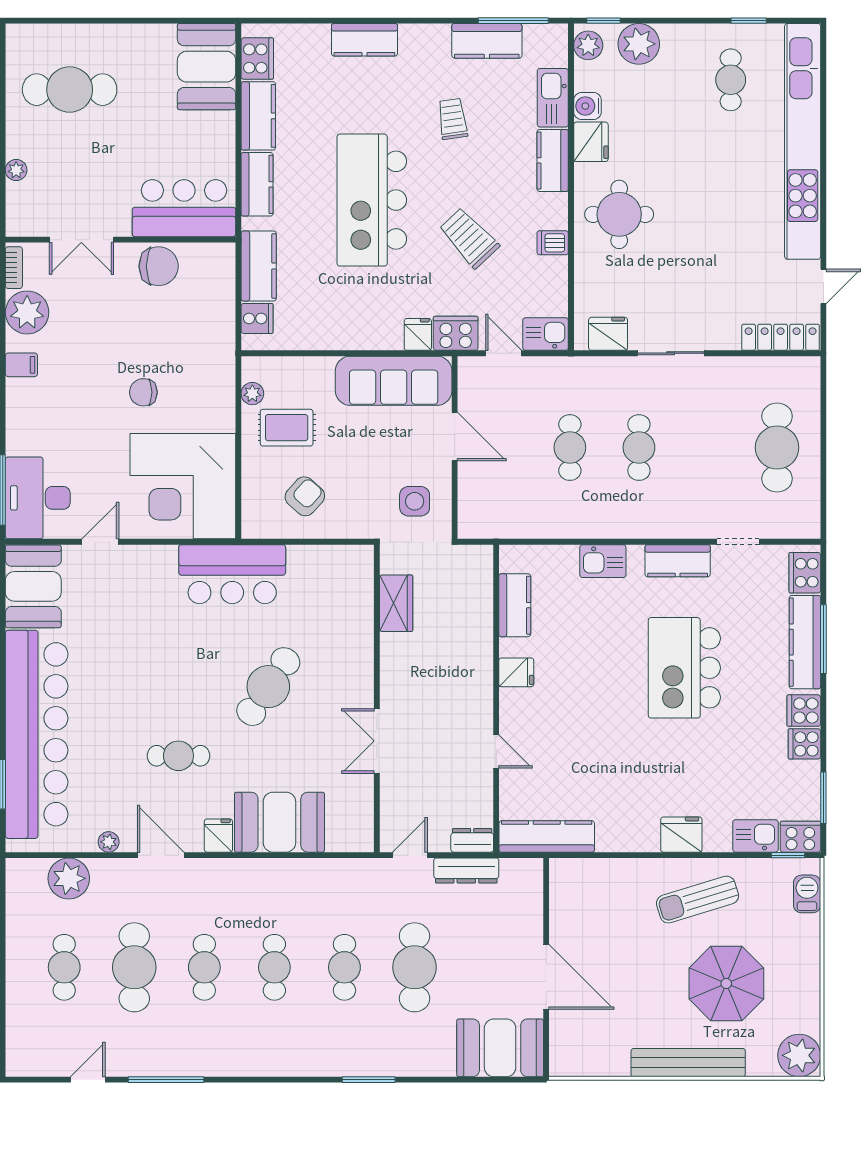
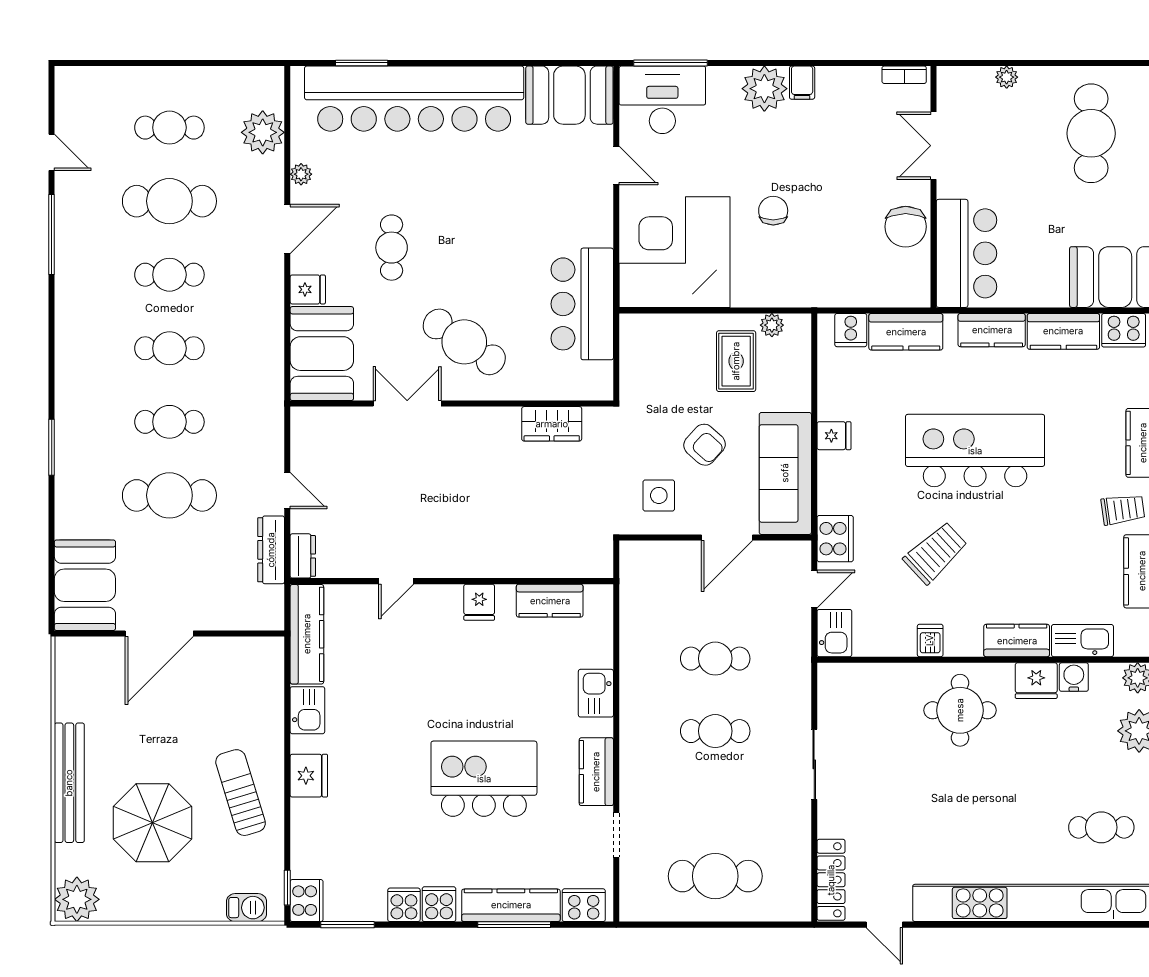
trolley: (453, 119) -> (1123, 510), moved
plant: (27, 312) -> (764, 89), moved
fridge: (418, 334) -> (834, 436), moved
fridge: (608, 334) -> (835, 699), removed
armchair: (305, 496) -> (705, 445), moved
wardrobe: (396, 603) -> (552, 424), moved
wall: (377, 698) -> (452, 404), moved
double door: (377, 741) -> (407, 404), moved
kitchen sink: (755, 836) -> (307, 710), moved

